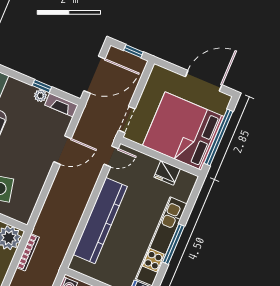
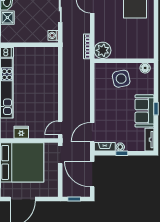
door: (94, 75) -> (92, 174), hinge flipped
door: (62, 150) -> (92, 132), moved
kitchen counter: (100, 221) -> (50, 85), removed

